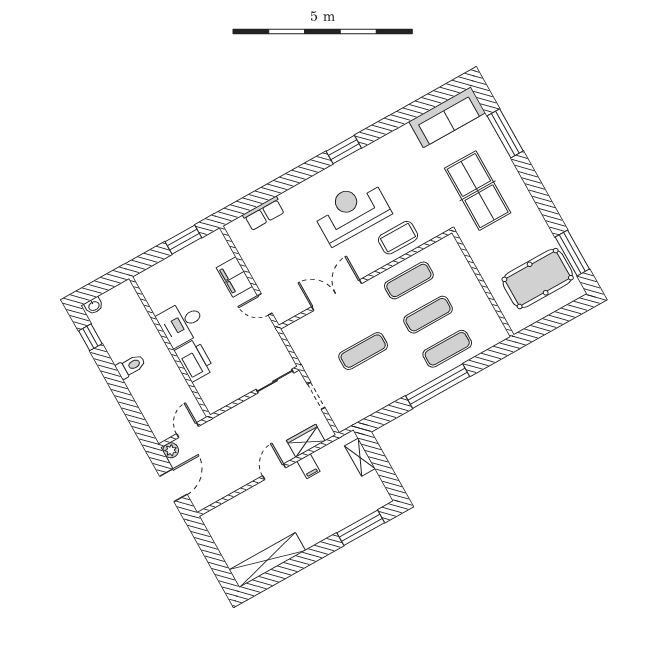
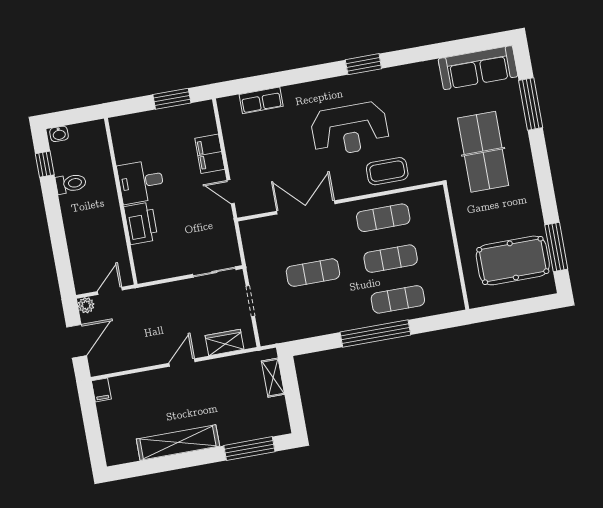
reception desk: (352, 212) -> (350, 129), turned 180
toilet: (131, 366) -> (71, 184), moved
filing cabinet: (308, 466) -> (101, 390), moved
shelving: (267, 560) -> (178, 443), moved

